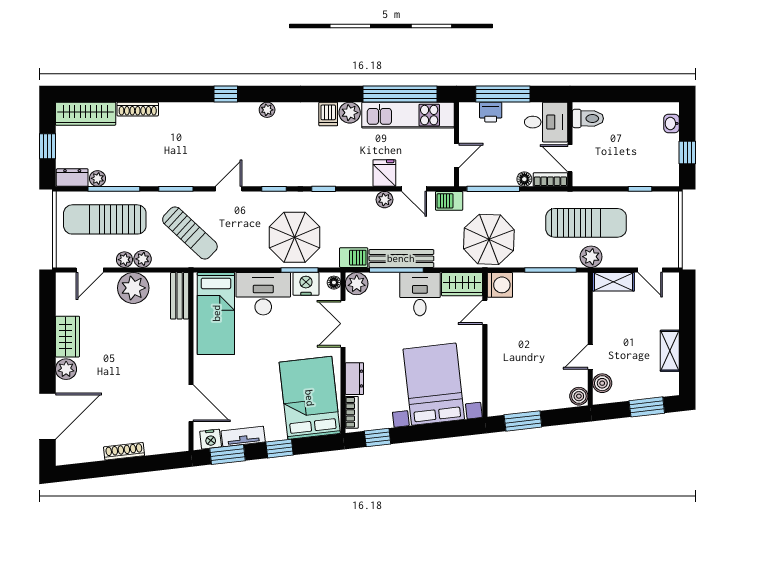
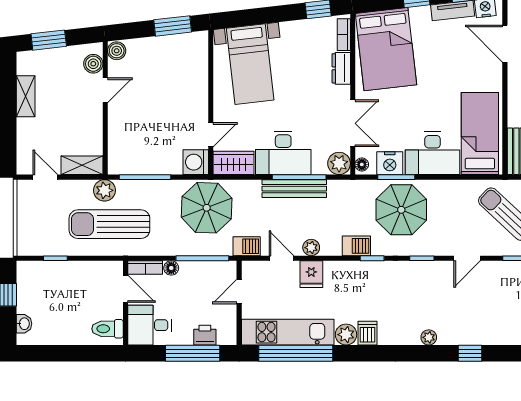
barbecue: (354, 258) -> (356, 246), moved, turned 180
desk: (420, 294) -> (283, 153), width x1.37
bed with nightstands: (434, 384) -> (250, 64), width x0.73

